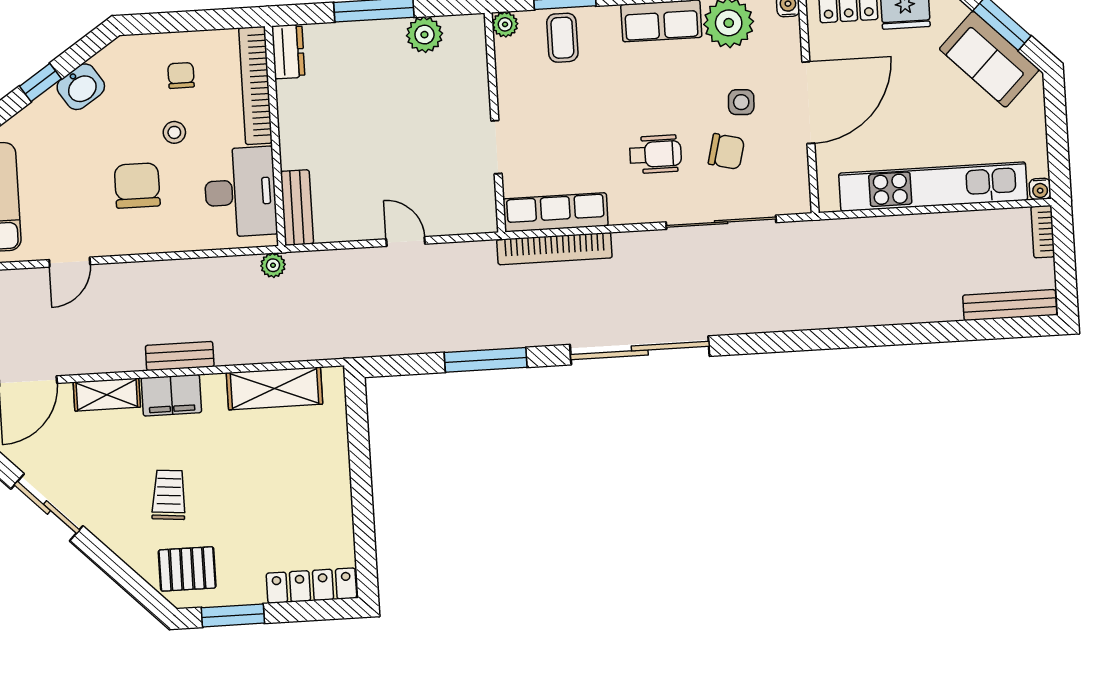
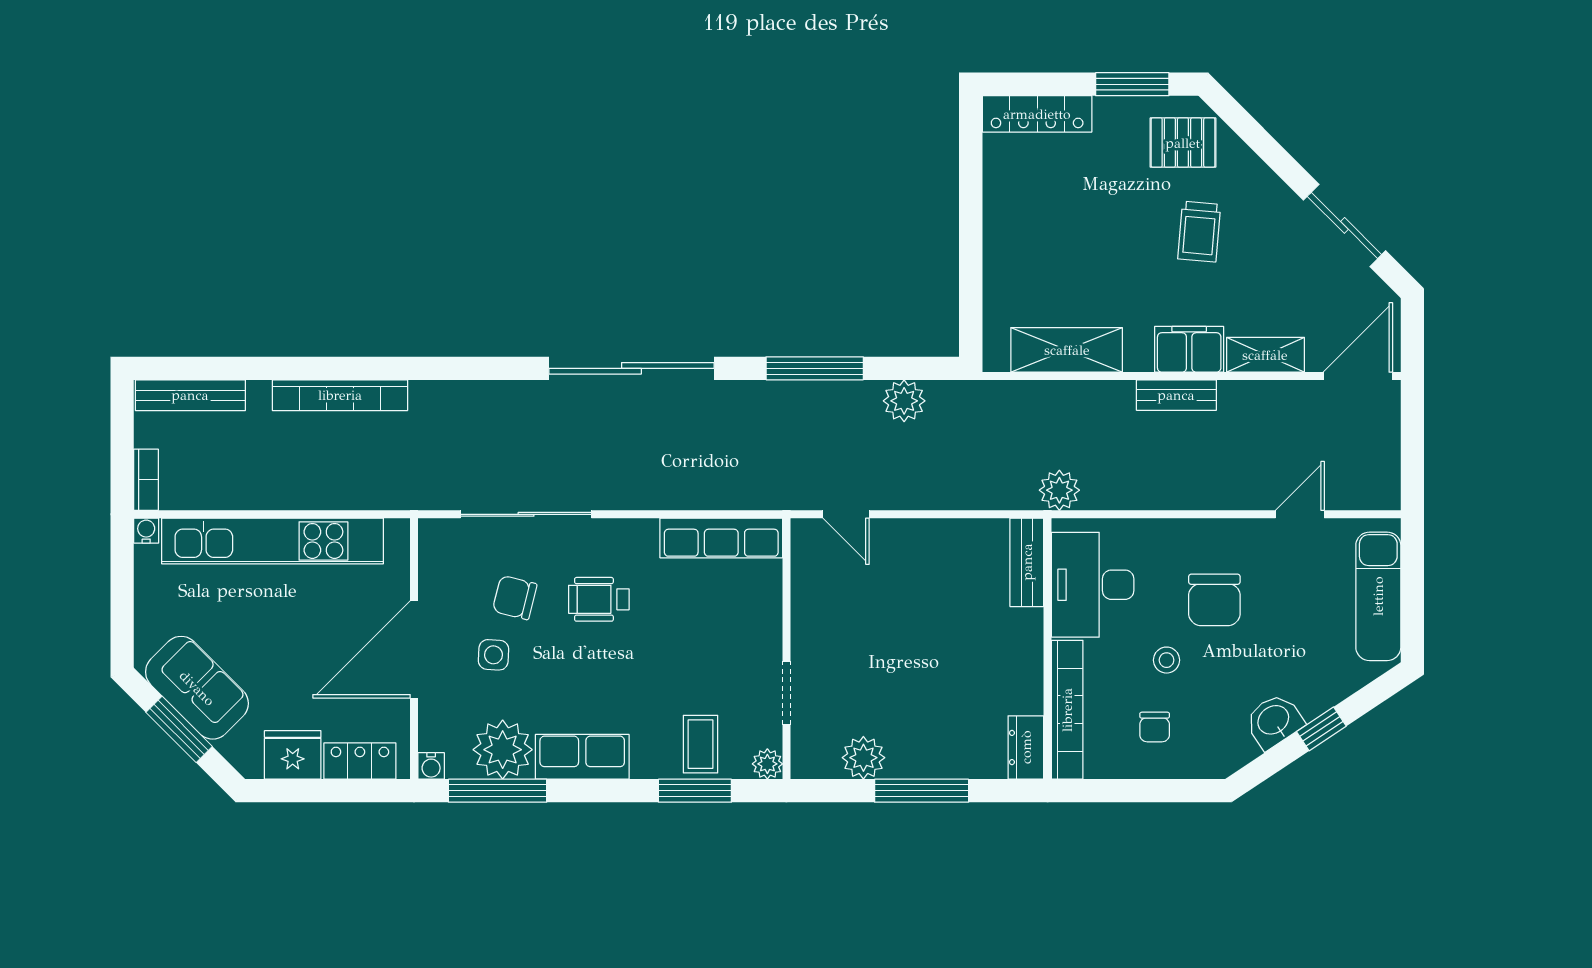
doorway: (496, 147) -> (786, 693), moved
door: (406, 241) -> (846, 514), moved
bookcase: (554, 249) -> (340, 395), moved, turned 180
plant: (273, 265) -> (1059, 490), width x1.38, depth x1.38
plant: (409, 337) -> (904, 401), added

